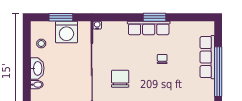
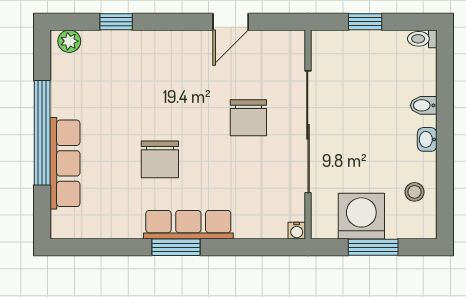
chair: (162, 59) -> (160, 159), width x1.87, depth x1.87
washbasin: (37, 68) -> (427, 139), width x0.52, depth x0.69

